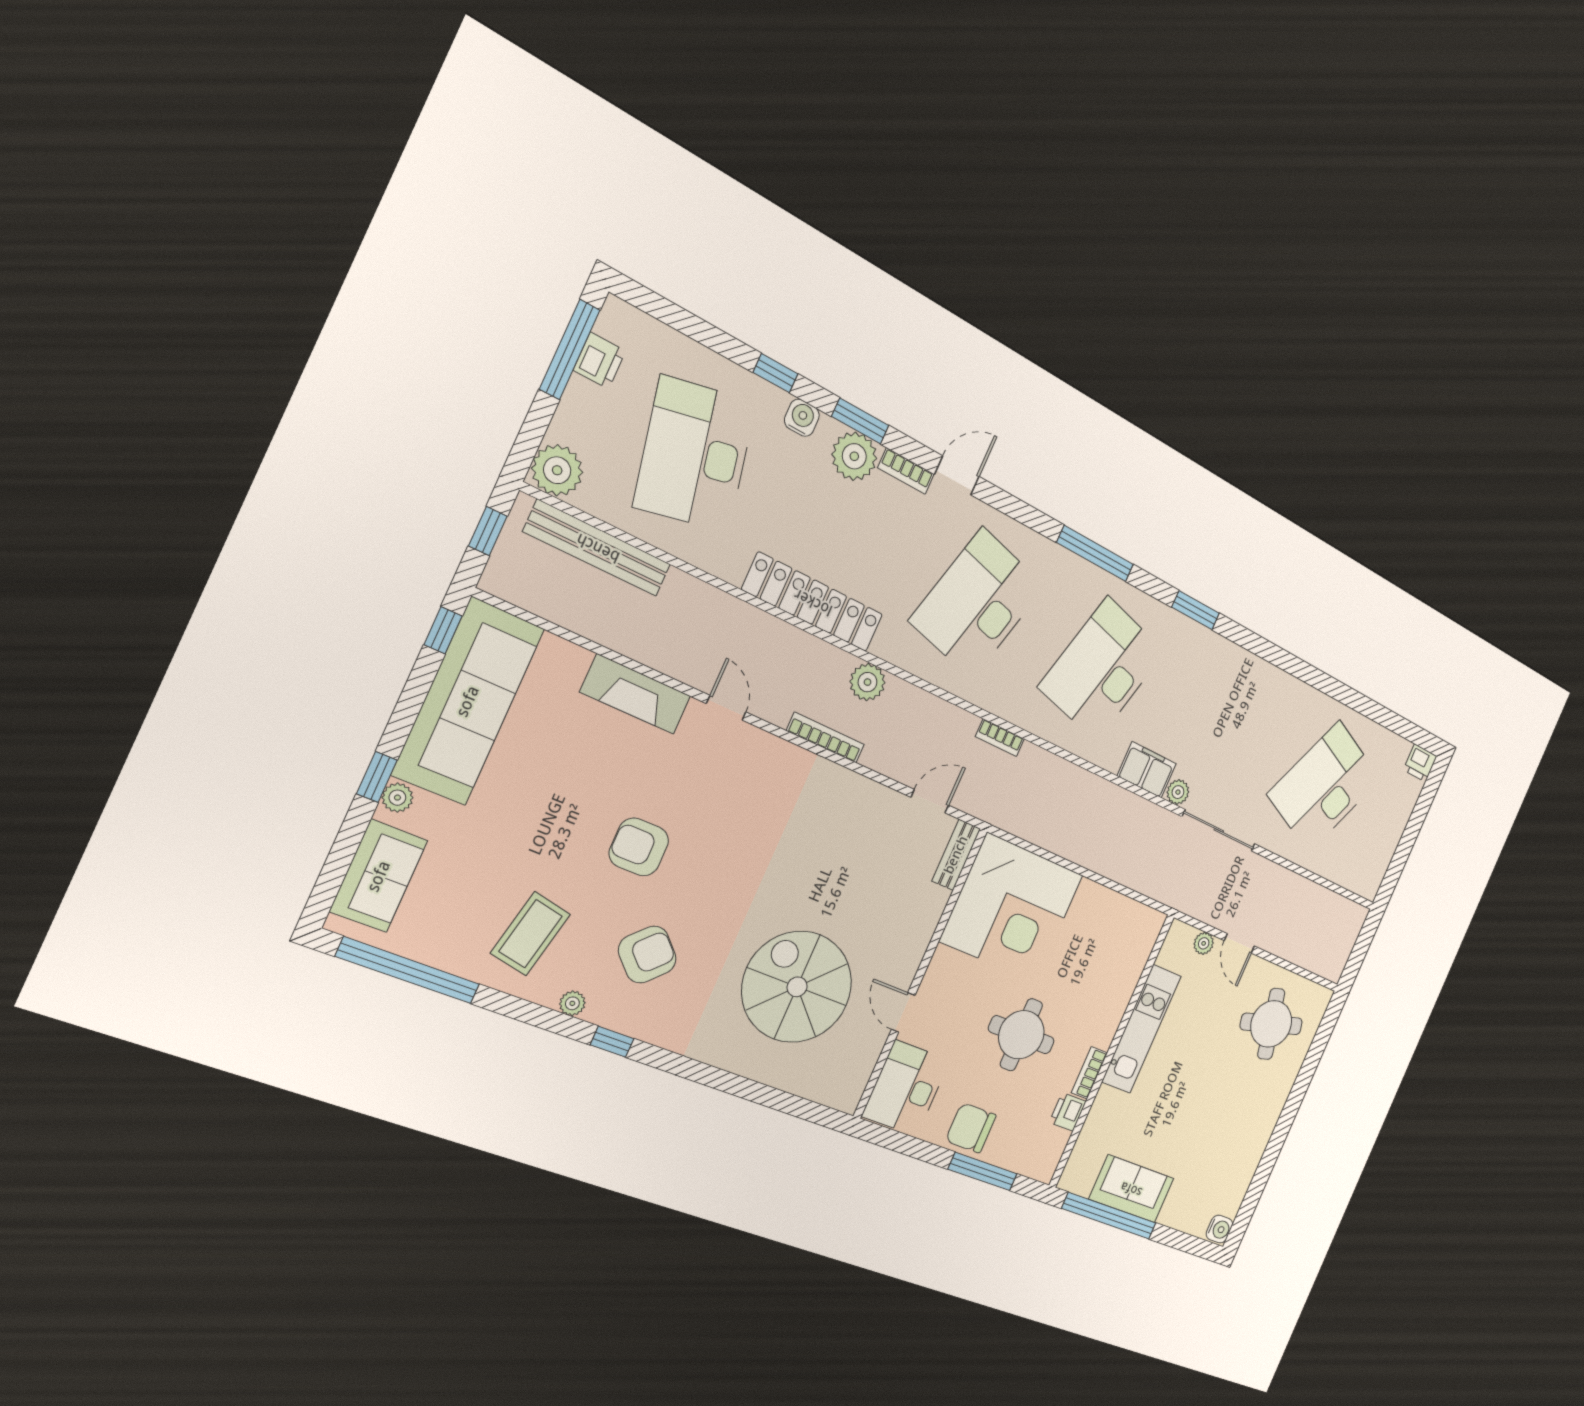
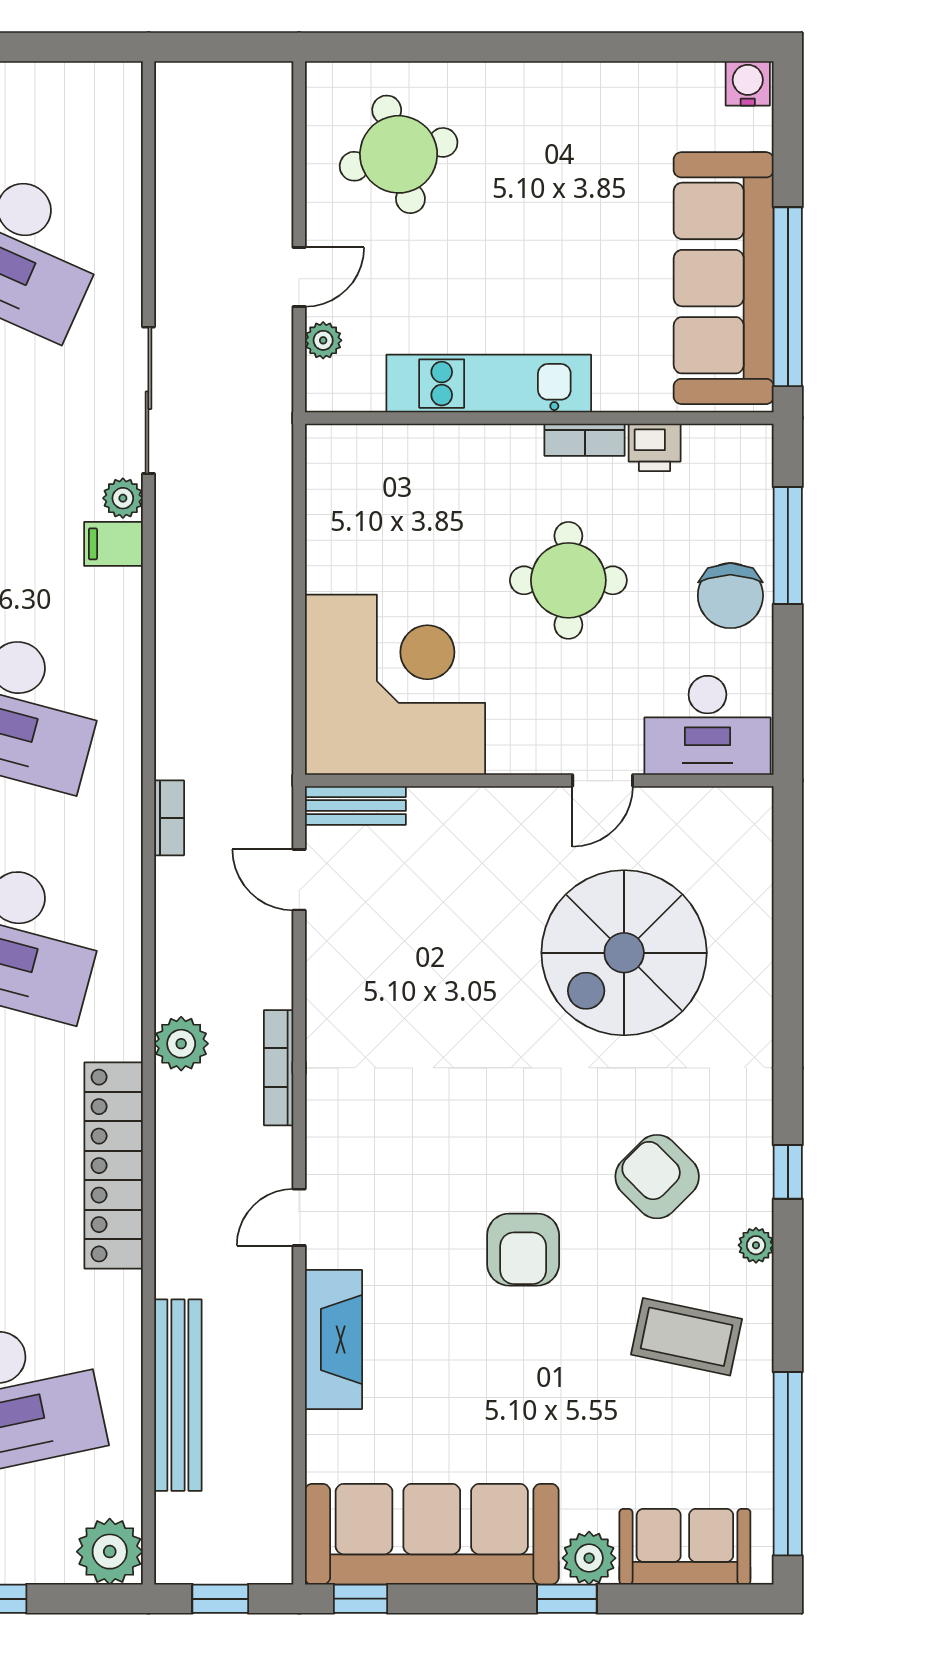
bench: (598, 548) -> (178, 1395), moved
filing cabinet: (1147, 770) -> (113, 544), width x0.50
plant: (397, 798) -> (589, 1558), width x1.38, depth x1.38
sofa: (1131, 1189) -> (724, 278), width x1.85, depth x1.27

